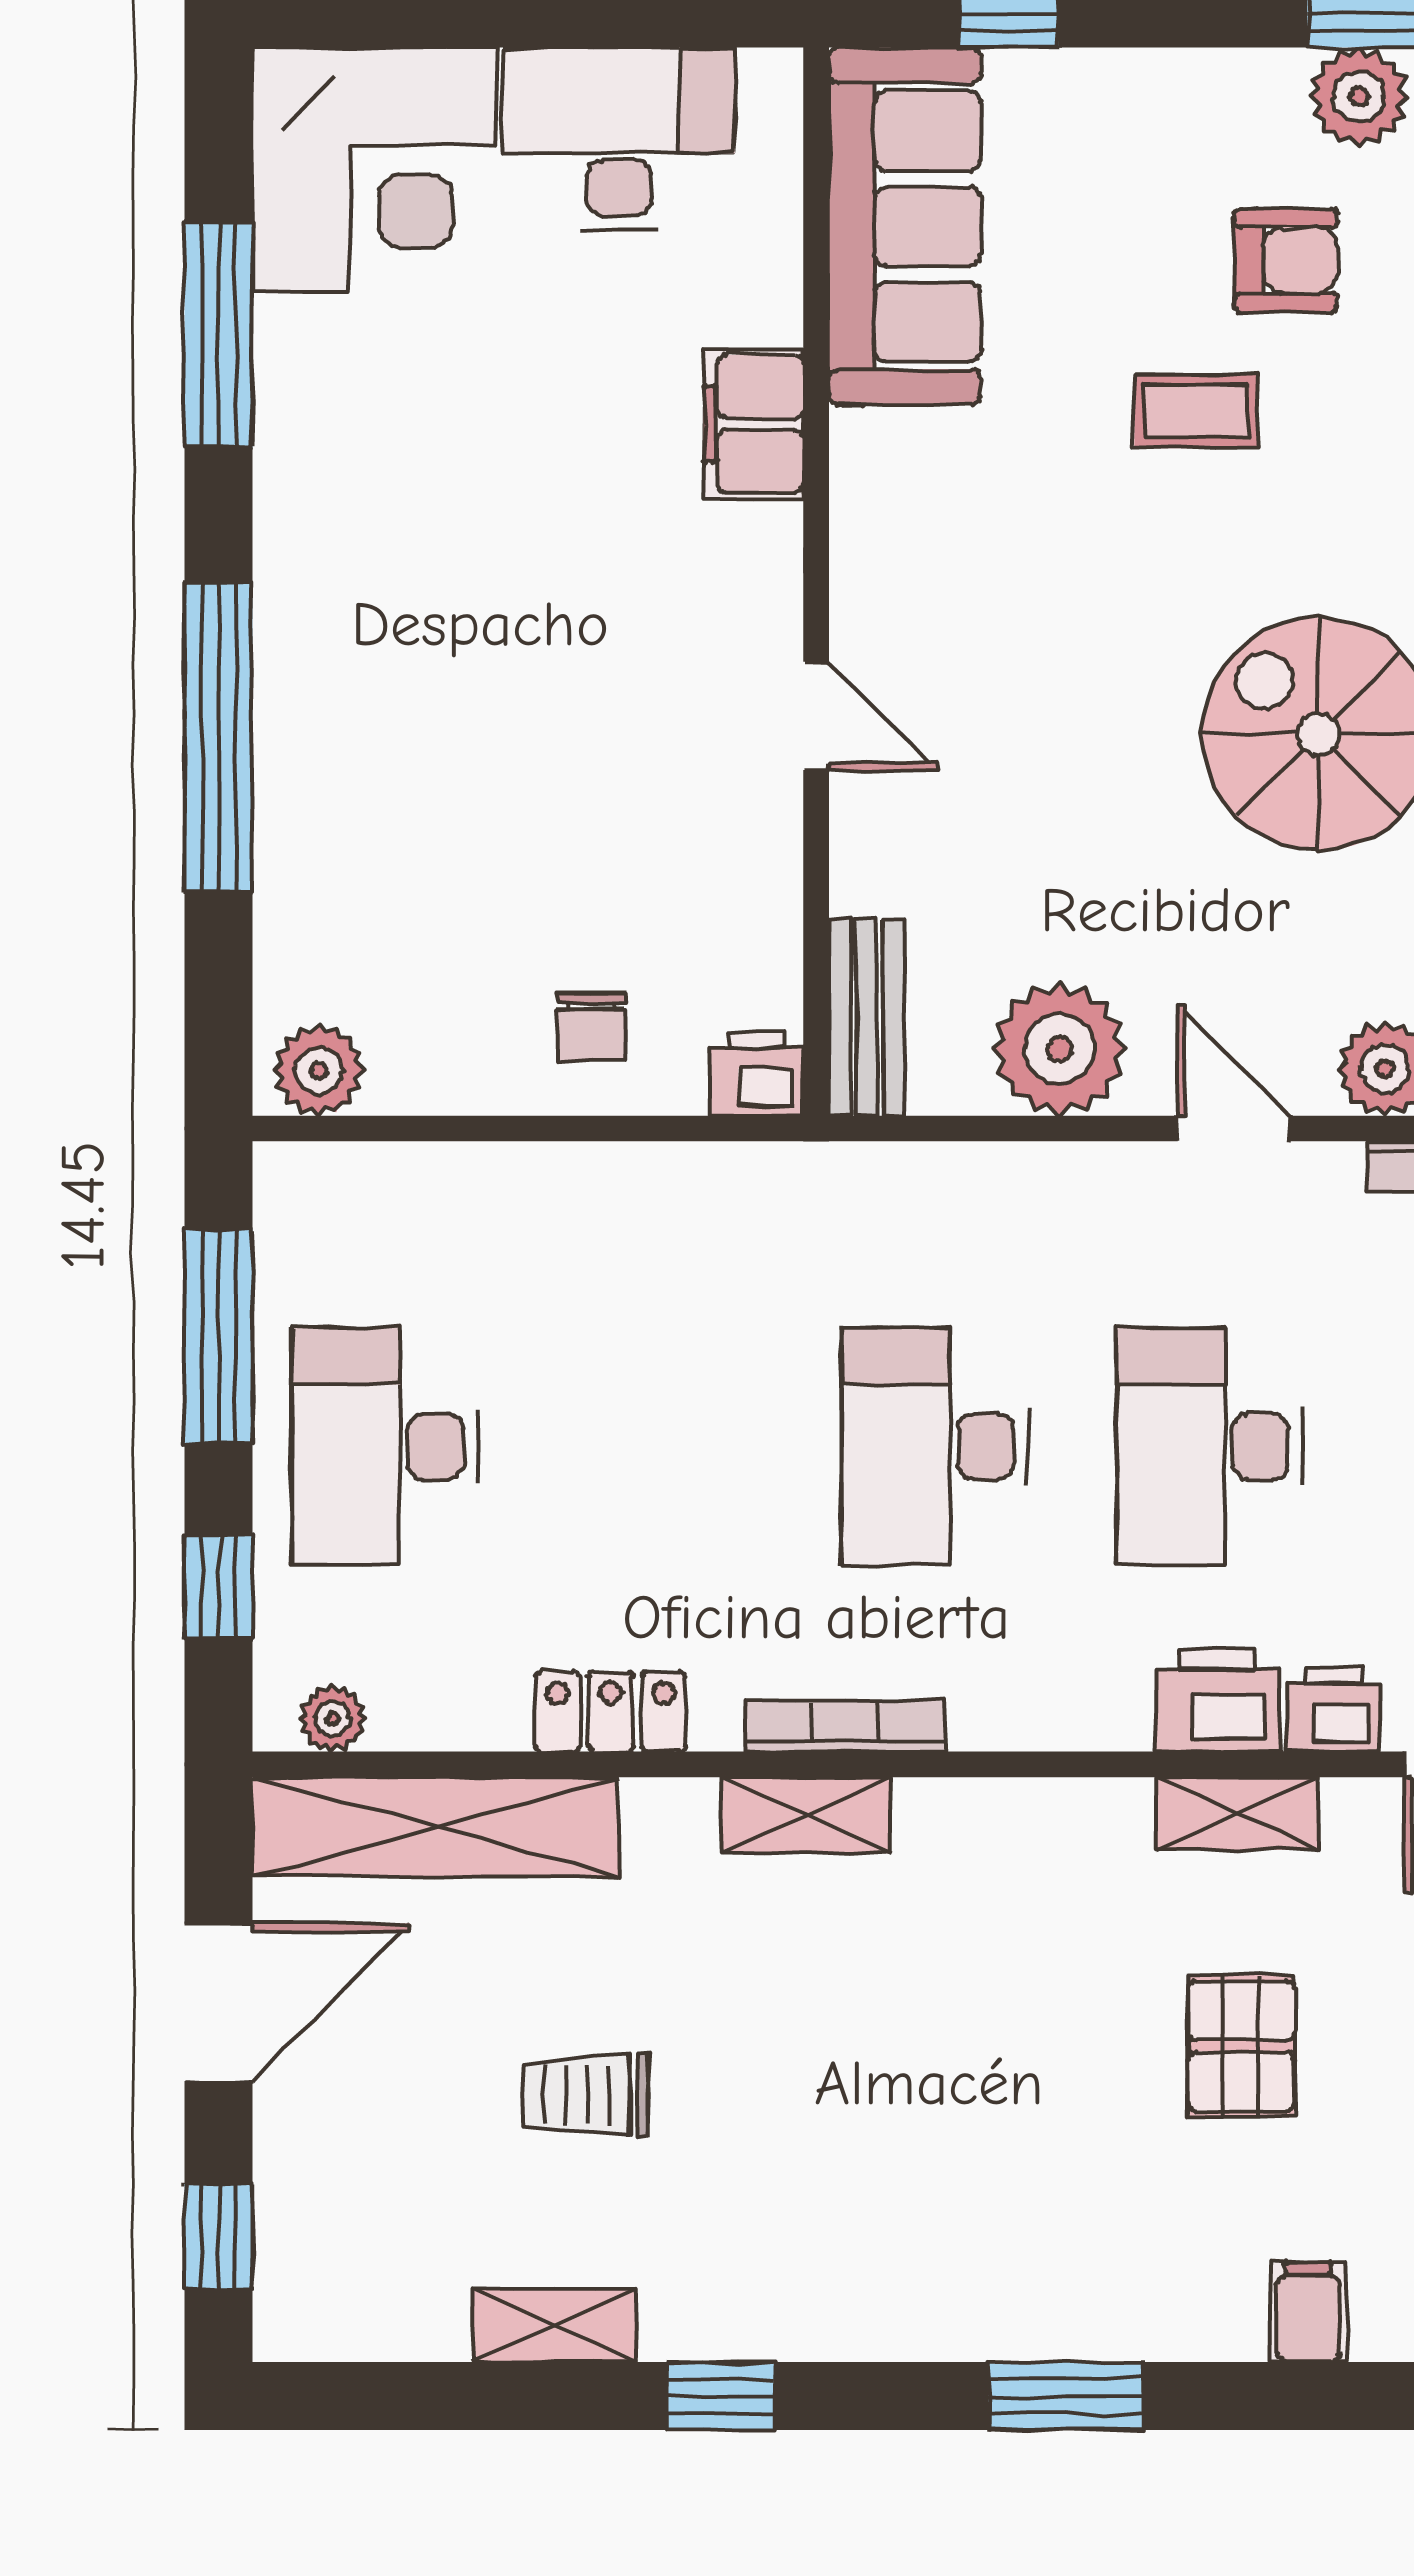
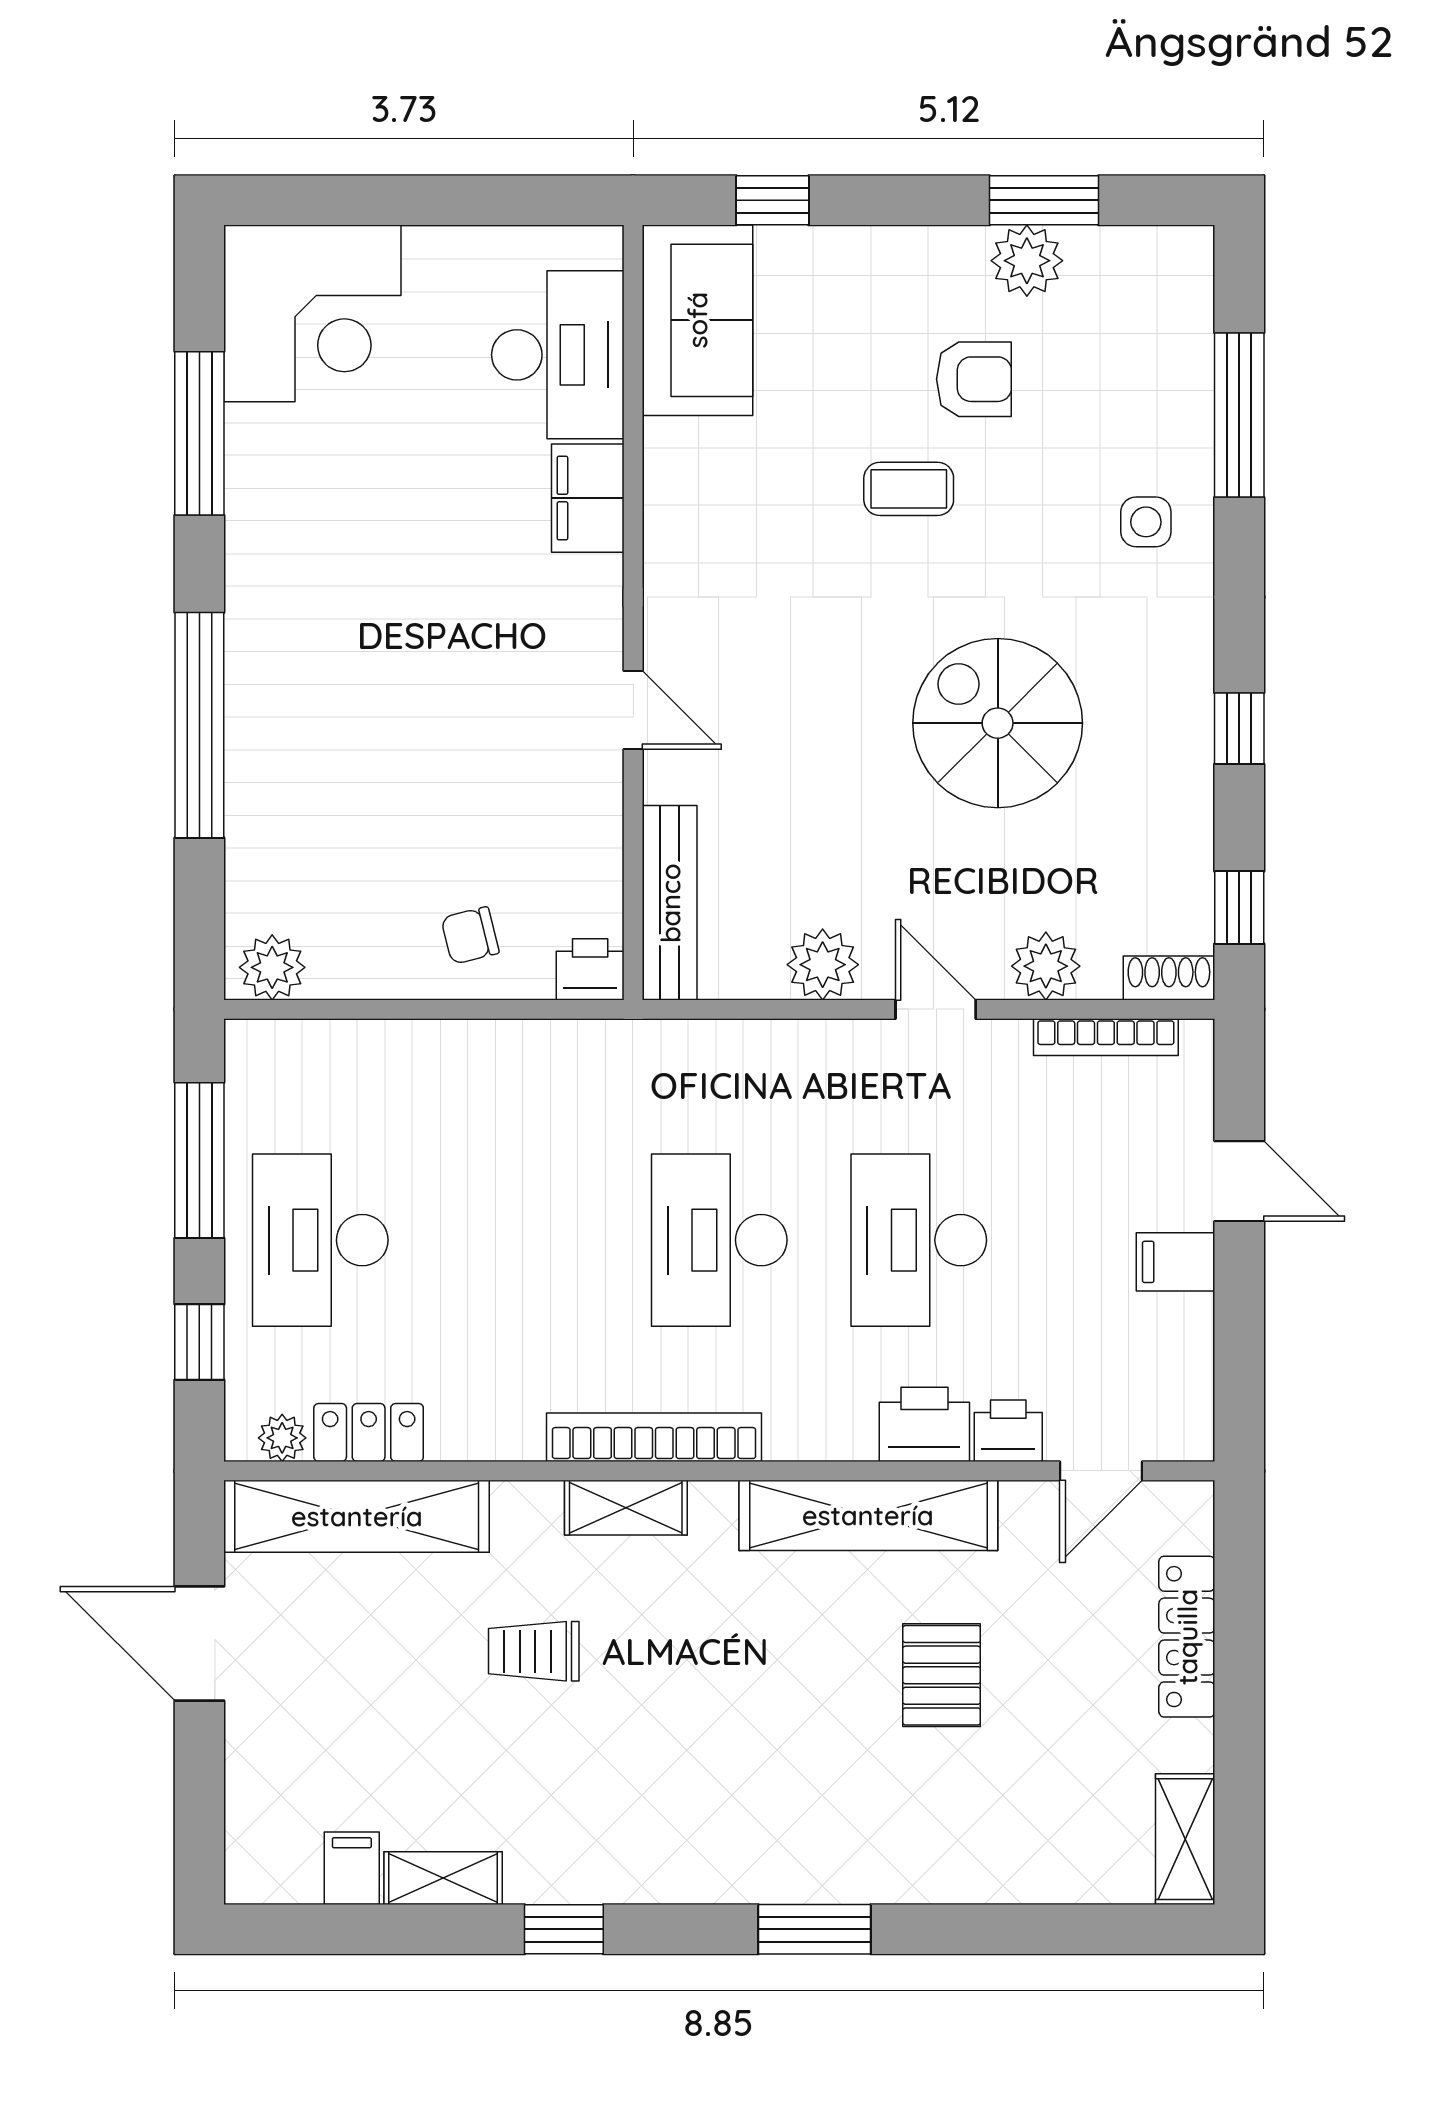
desk: (619, 139) -> (558, 355), moved, turned 90
sofa: (905, 226) -> (697, 320), width x0.73
bench: (866, 1017) -> (670, 903), width x1.36
chair: (591, 1027) -> (470, 935), turned 76
plant: (1060, 1049) -> (823, 965), width x0.73, depth x0.73
locker: (611, 1711) -> (369, 1432), moved
bookcase: (845, 1726) -> (654, 1437), width x1.48, depth x1.31
shelving: (1238, 1814) -> (868, 1515), width x2.20, depth x1.33
door: (218, 2002) -> (199, 1644), swing flipped
trolley: (585, 2095) -> (534, 1651), moved
window: (218, 2236) -> (199, 1813), removed
filing cabinet: (1308, 2312) -> (352, 1868), moved

